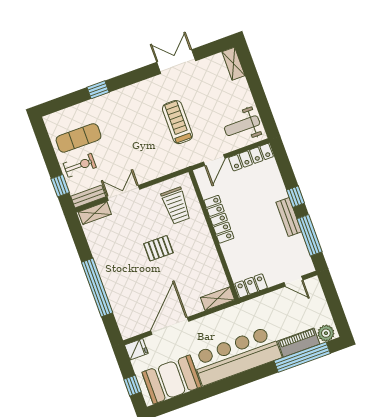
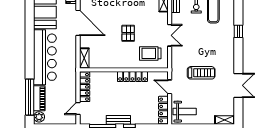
weight bench: (242, 126) -> (185, 112), turned 90
double door: (123, 193) -> (170, 35), moved
locker: (251, 286) -> (85, 87), width x1.53

